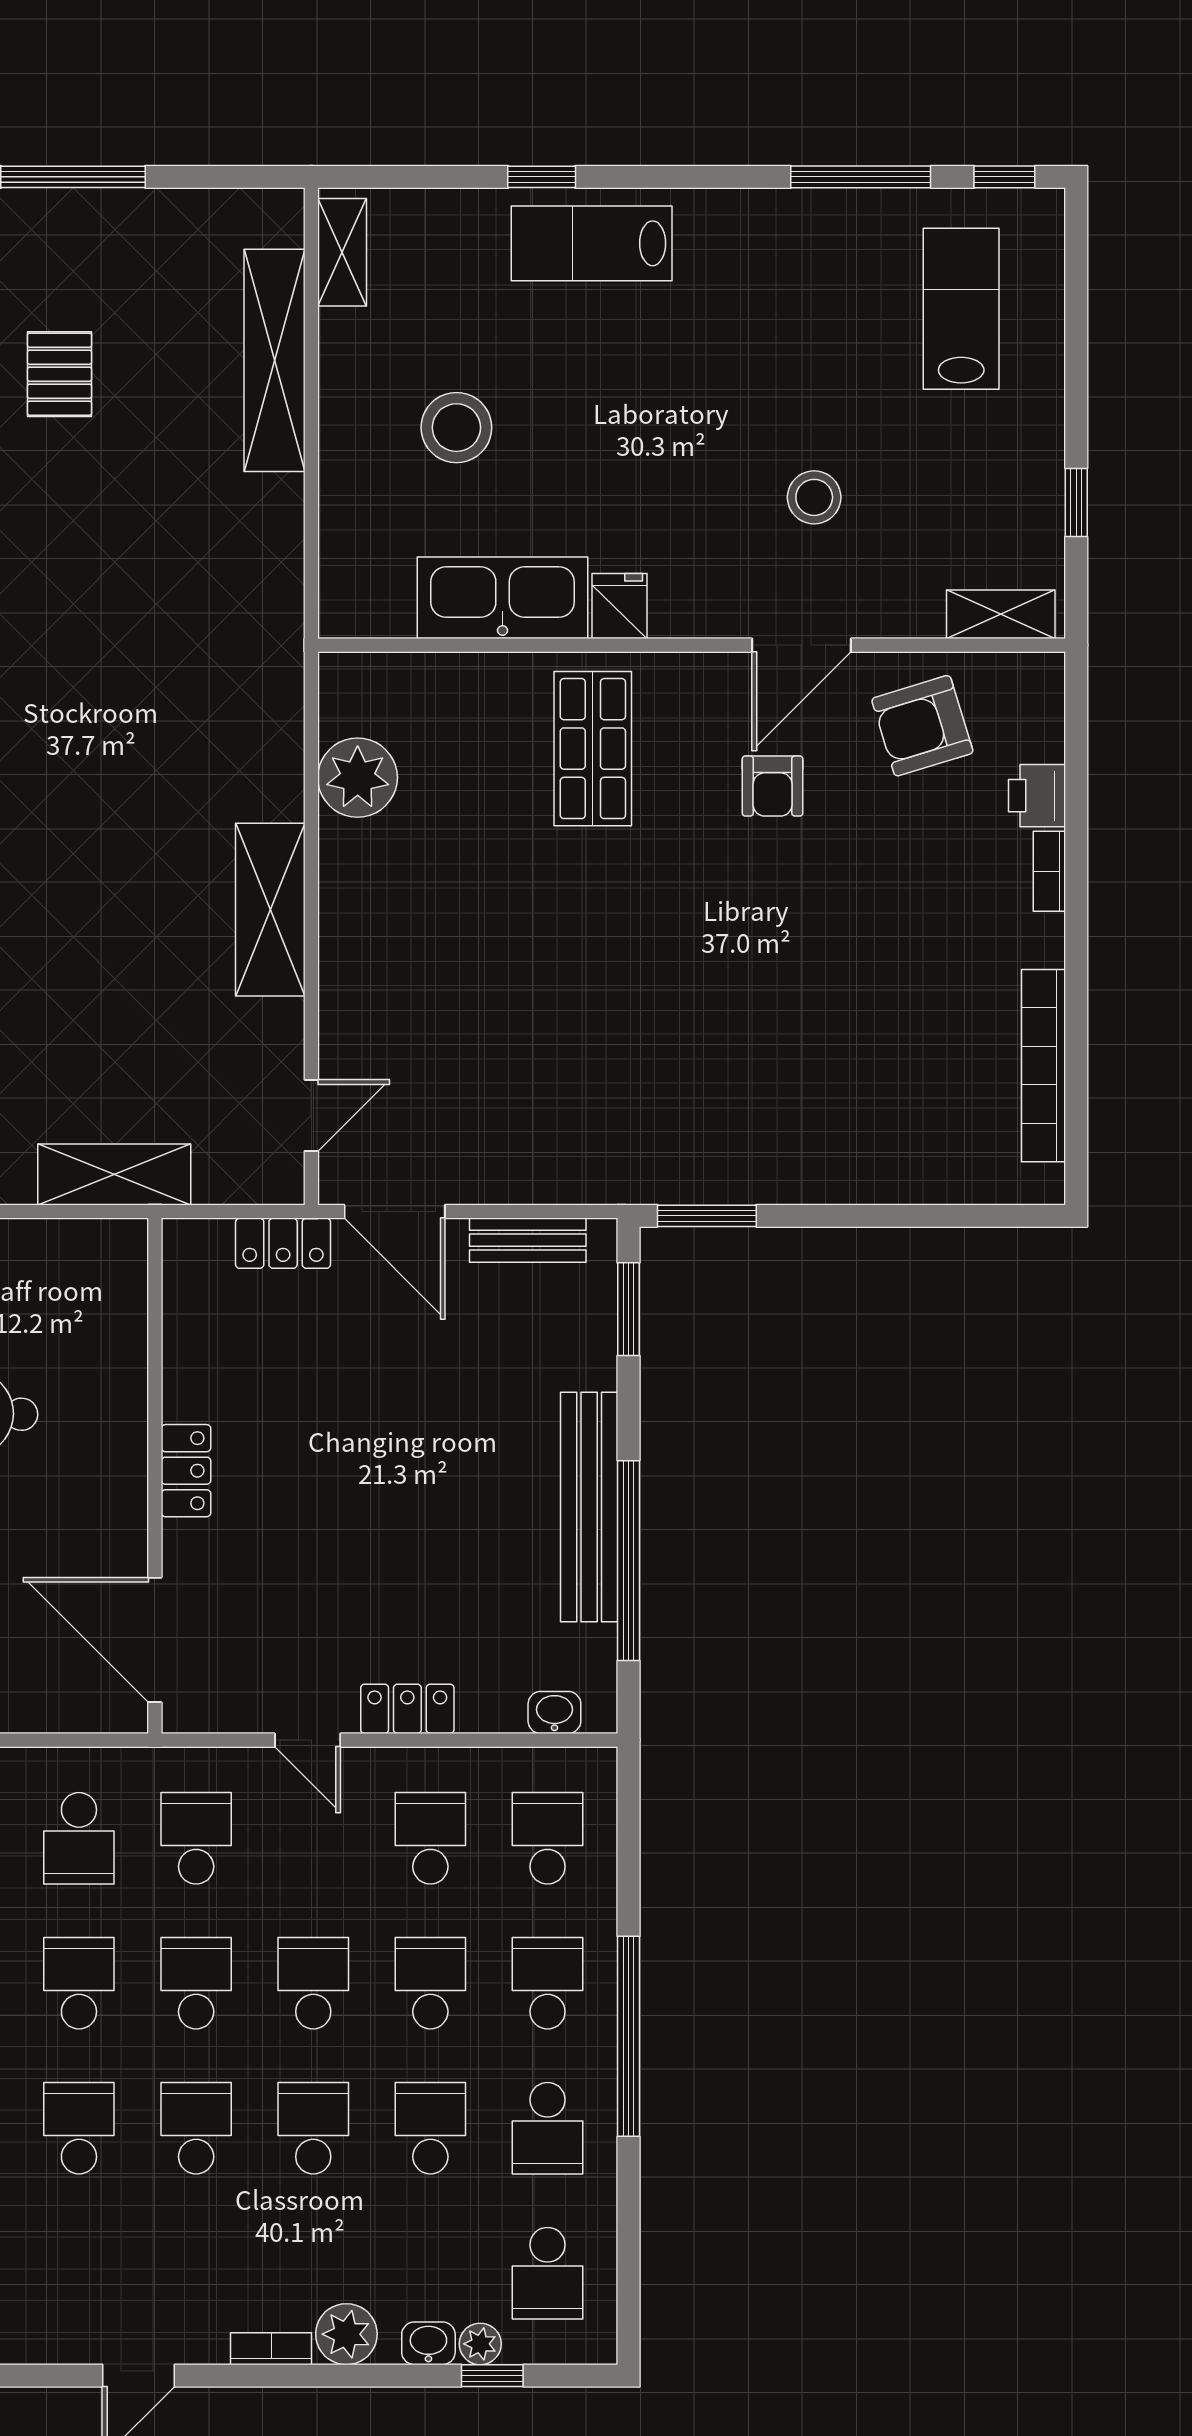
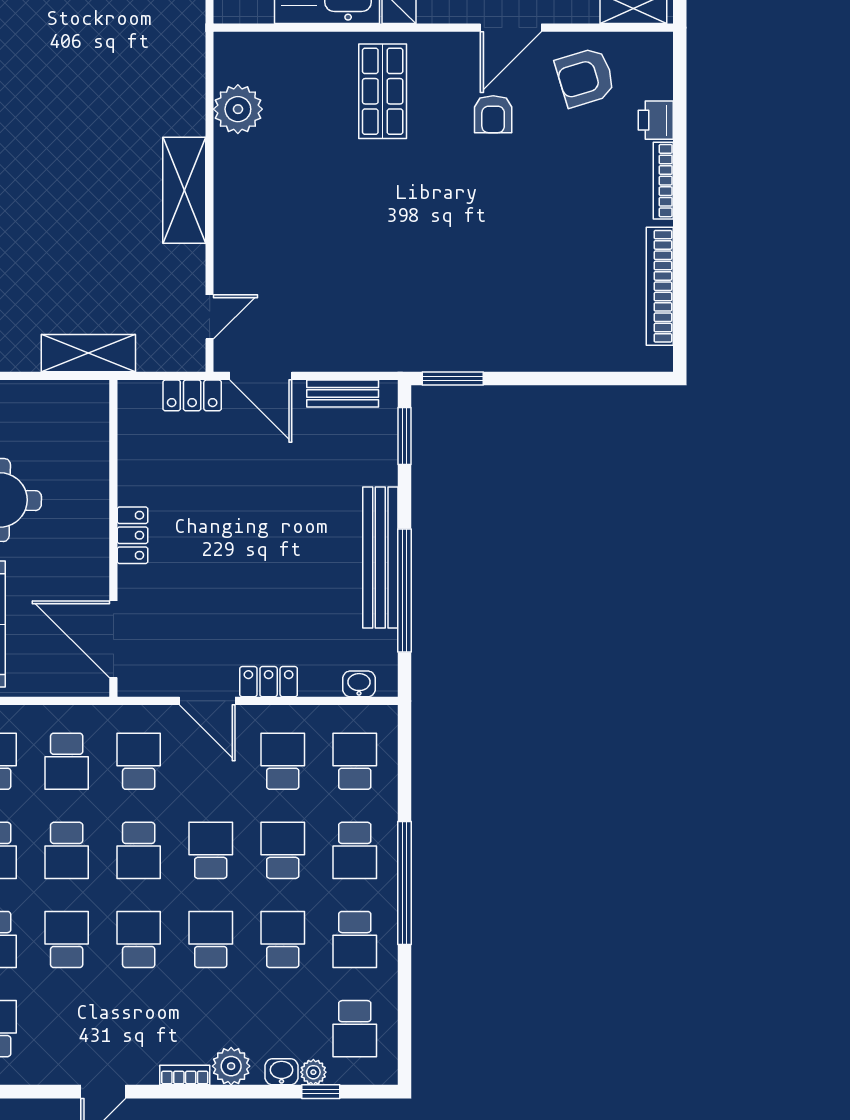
bookcase: (1049, 871) -> (663, 181), width x1.56
door: (308, 1740) -> (207, 701), width x1.38
school desk: (79, 1983) -> (67, 850), turned 180
school desk: (196, 1983) -> (139, 850), turned 180
school desk: (548, 1983) -> (355, 850), turned 180

